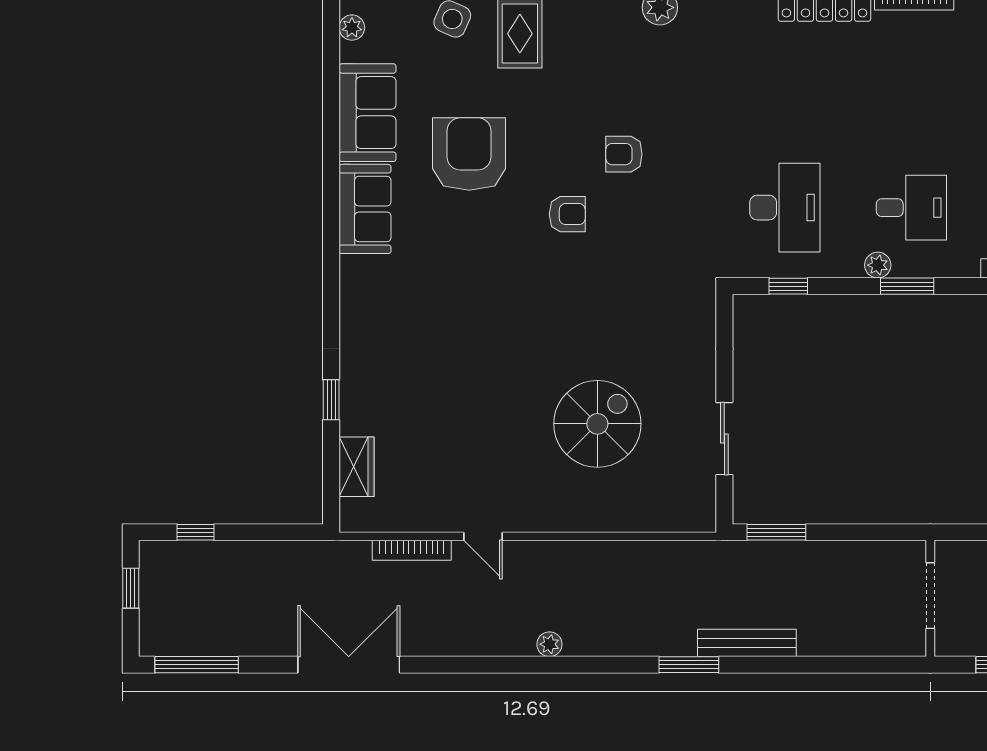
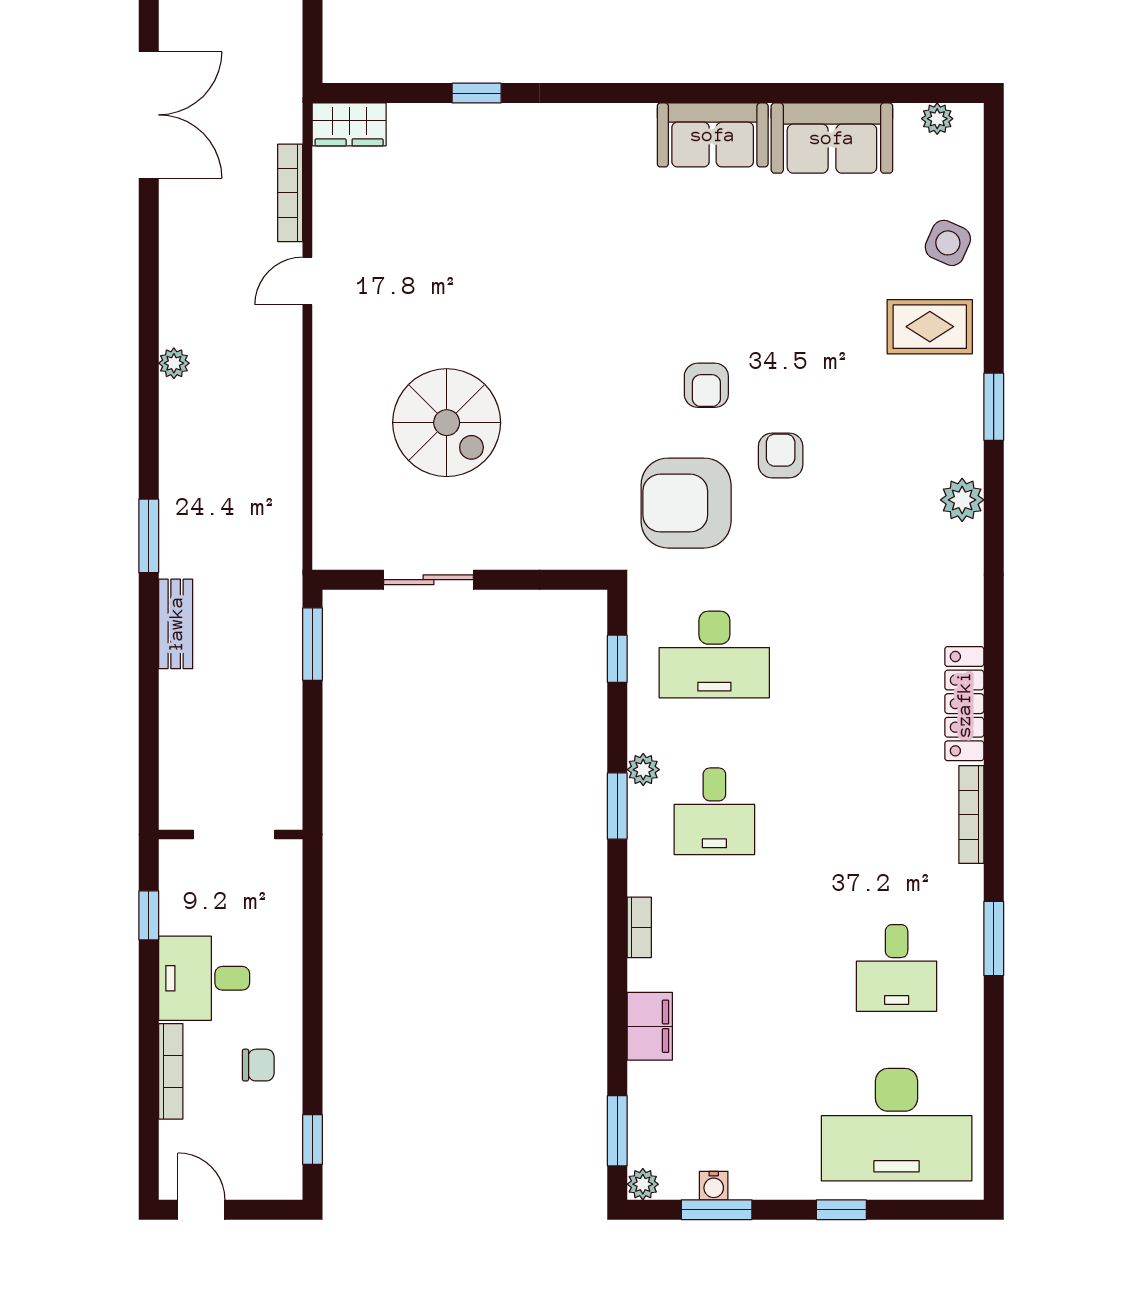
armchair: (469, 154) -> (686, 503), moved, turned 180
wardrobe: (356, 467) -> (349, 124), moved
bench: (747, 643) -> (176, 624), width x0.73

